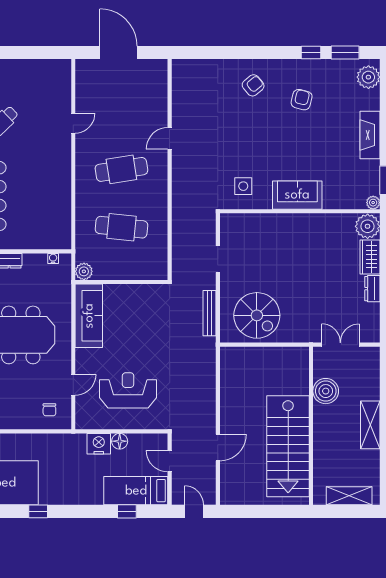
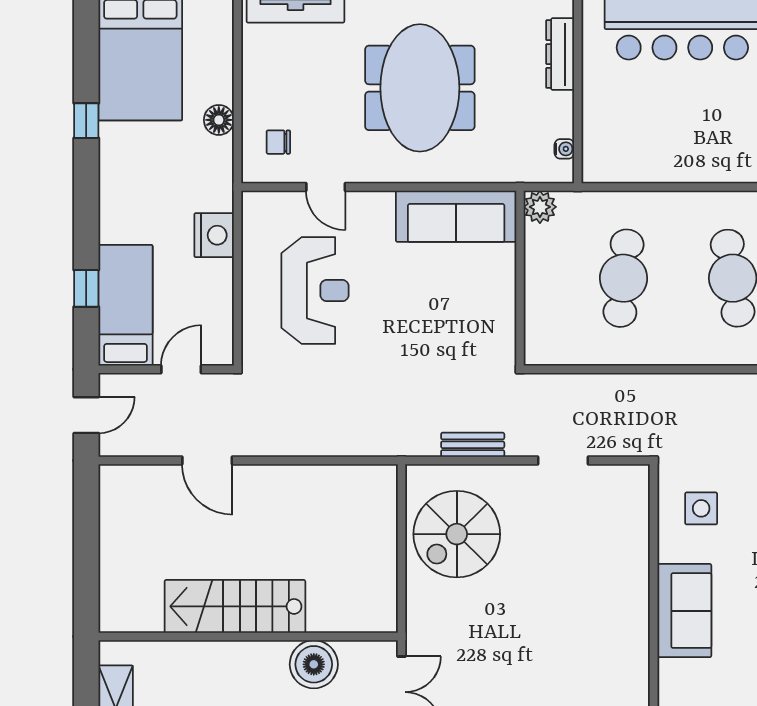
bench: (210, 313) -> (473, 445), width x0.73
floor lamp: (120, 441) -> (219, 120), moved
stairs: (288, 446) -> (235, 606), width x0.73, depth x0.66

